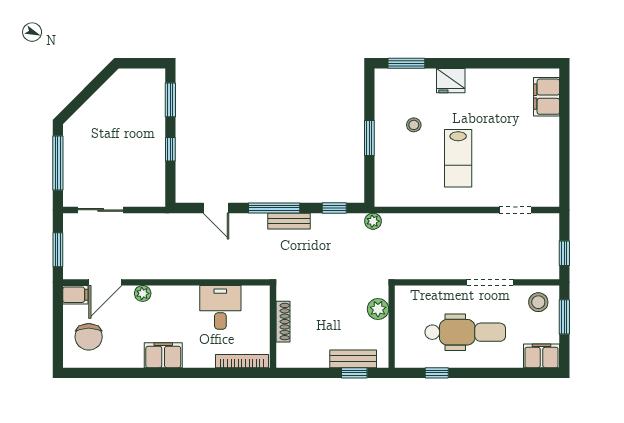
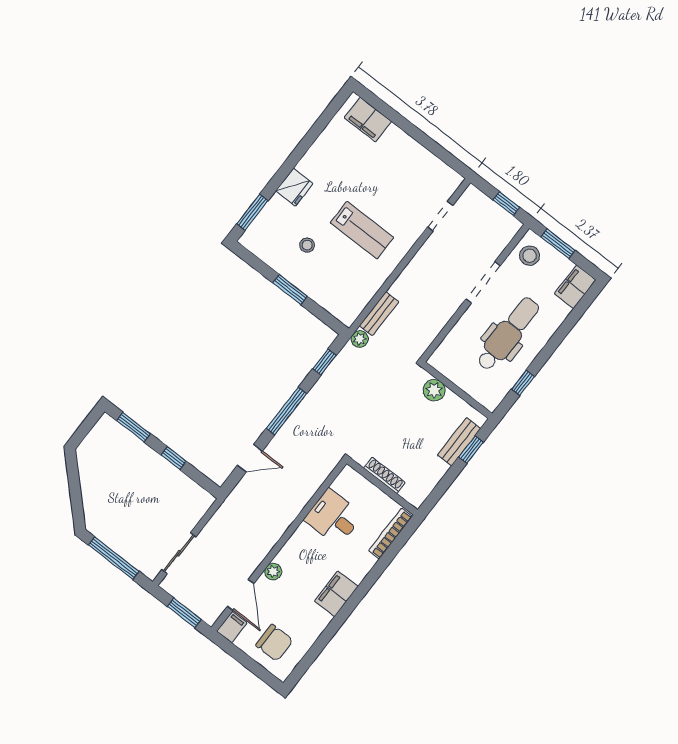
bench: (289, 221) -> (379, 314), moved

